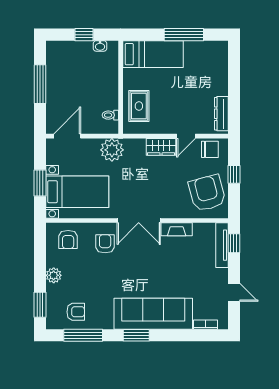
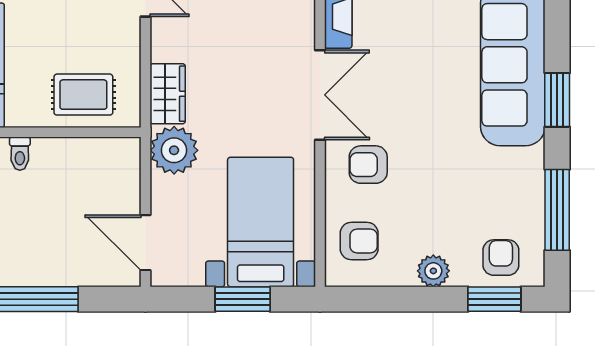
toilet: (110, 115) -> (20, 154), moved
wardrobe: (161, 147) -> (168, 94), moved
armchair: (76, 312) -> (501, 258), moved

